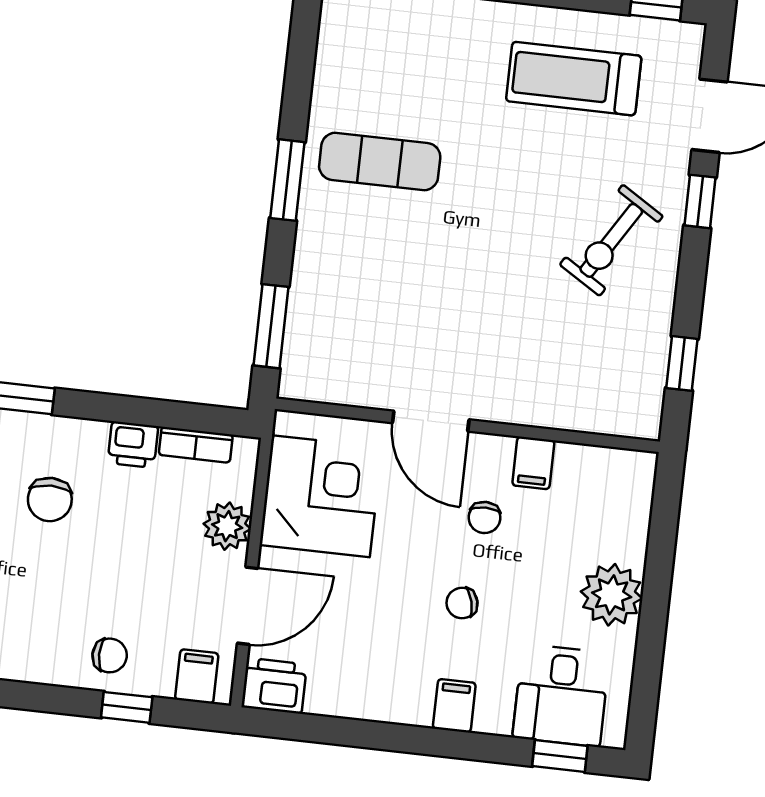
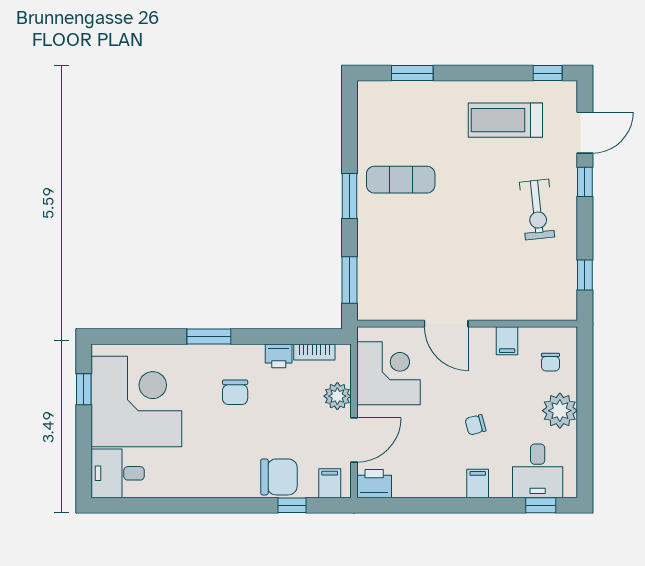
exercise bike: (611, 240) -> (537, 210), turned -38
chair: (485, 518) -> (550, 362), moved
chair: (110, 655) -> (279, 477), width x1.87, depth x1.87

